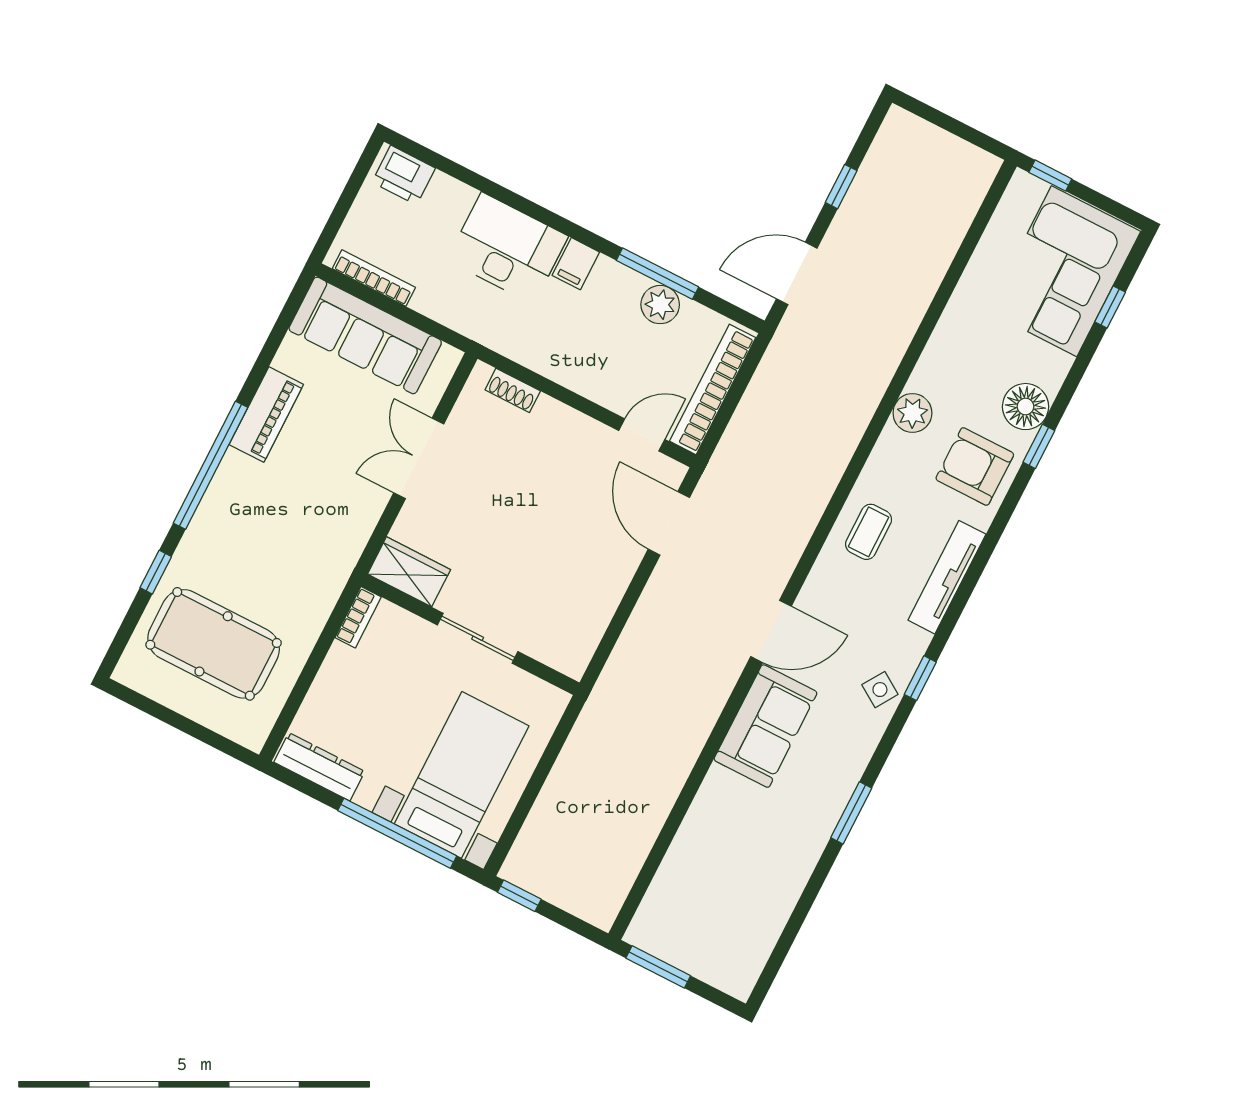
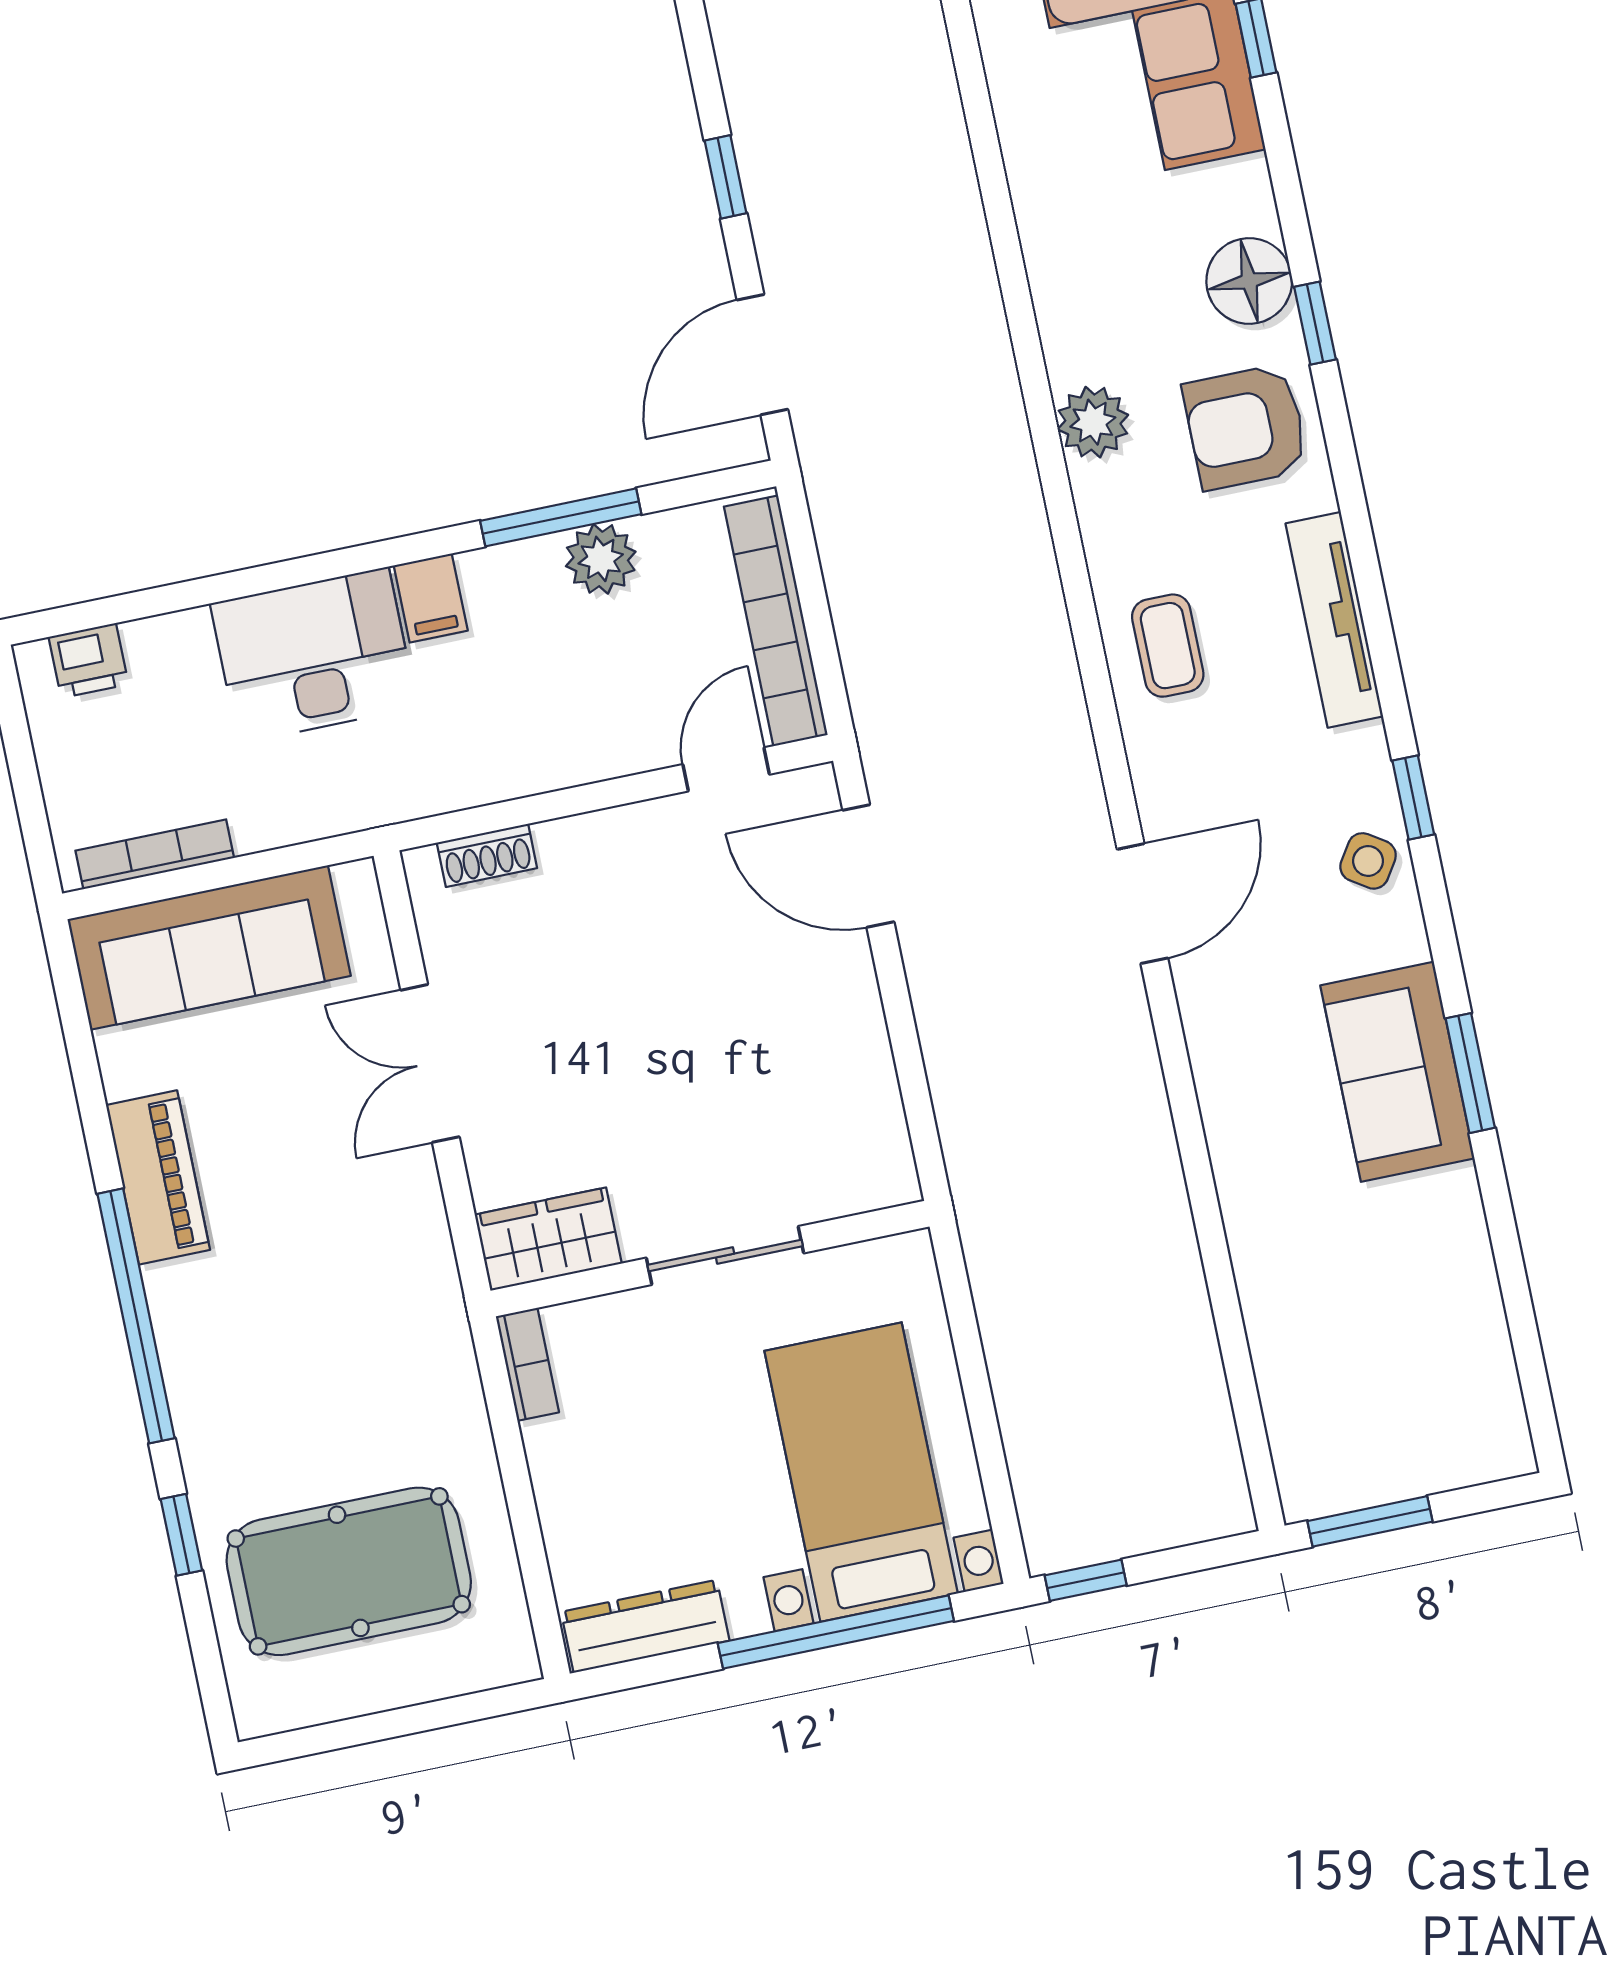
printer: (404, 175) -> (89, 661), width x0.73, depth x0.81
sofa: (766, 726) -> (1397, 1072), moved, turned 180

